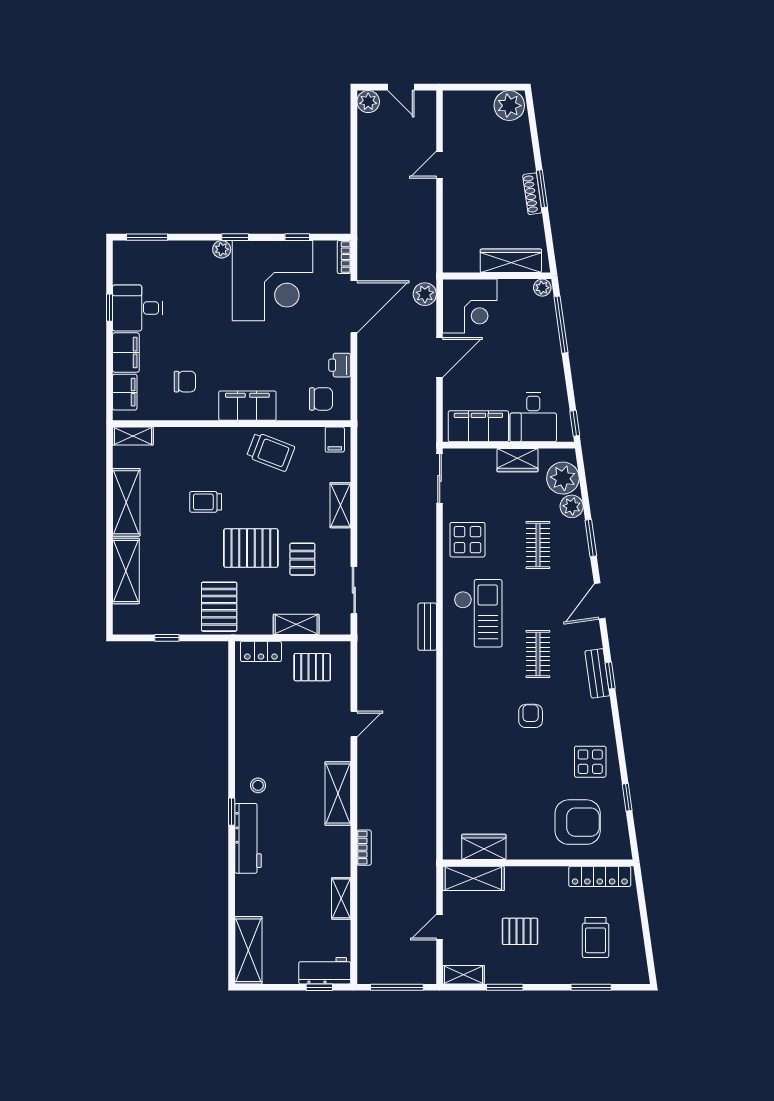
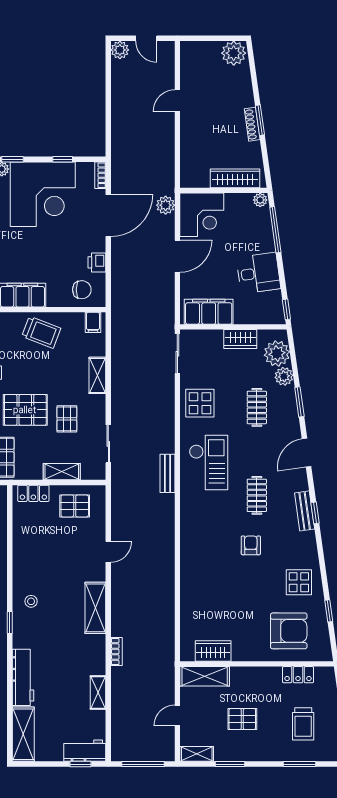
desk: (533, 417) -> (258, 273), moved, turned -98
workbench: (248, 838) -> (23, 677), moved
locker: (600, 876) -> (298, 675), width x0.66

